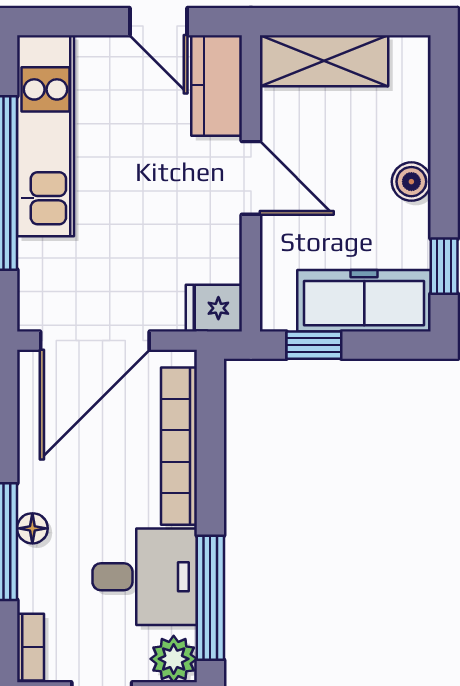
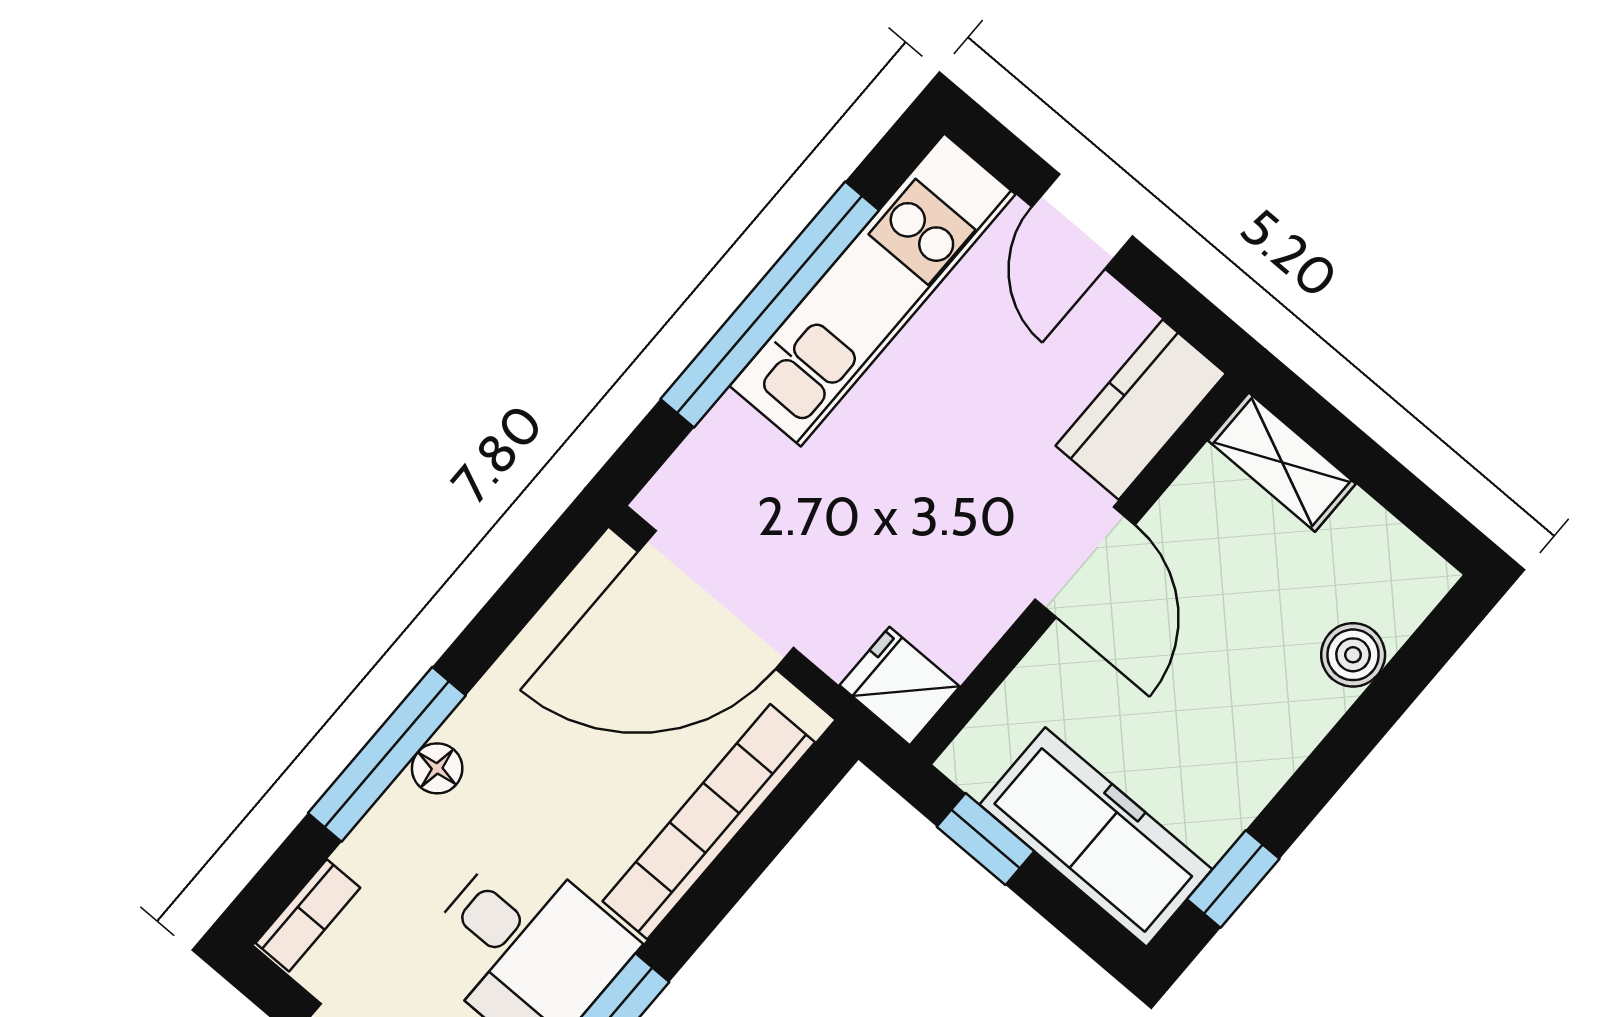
door: (158, 22) -> (1082, 221), moved
shelving: (324, 61) -> (1282, 462), width x0.67, depth x0.75
boiler: (411, 182) -> (1353, 655), moved

